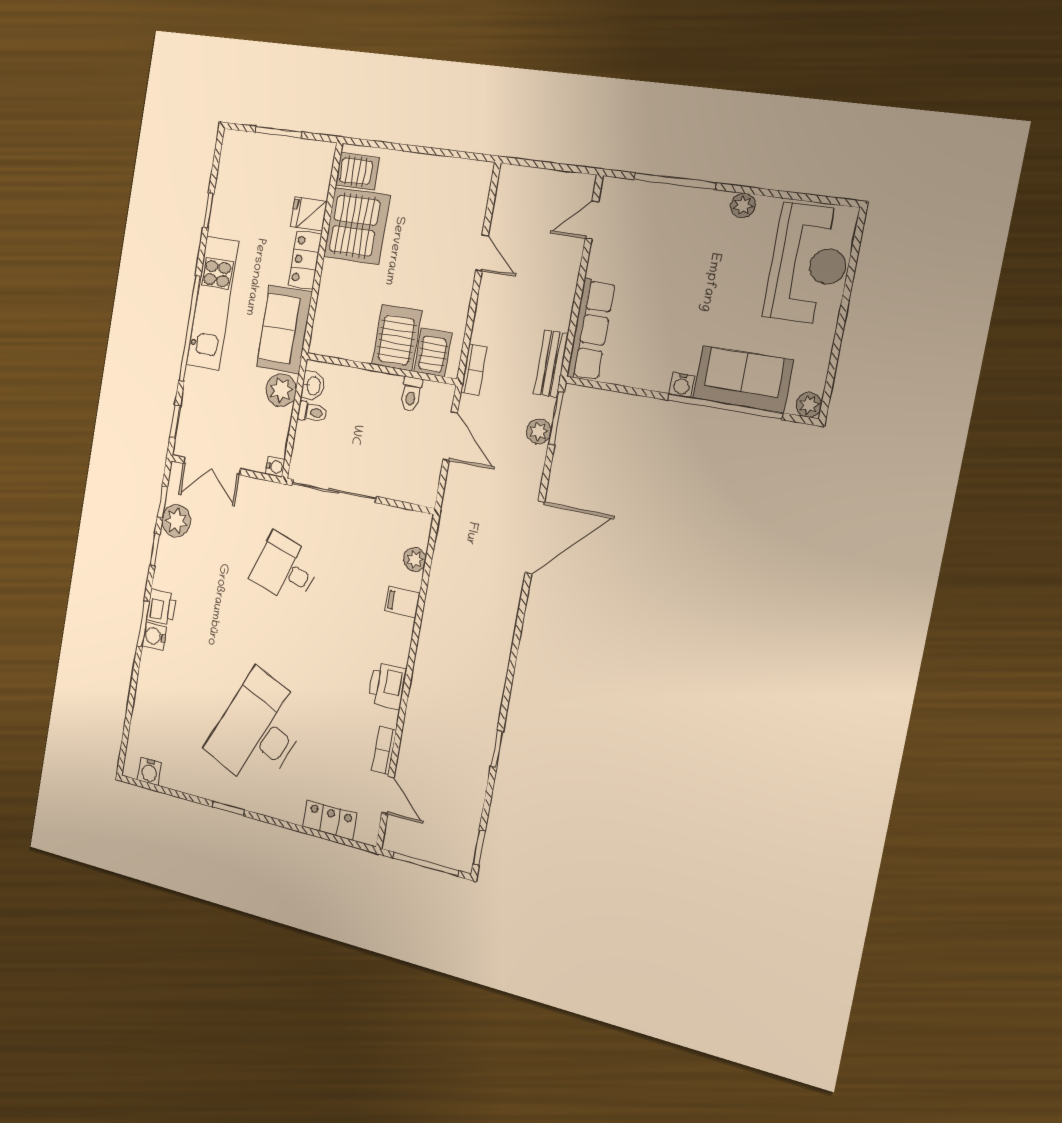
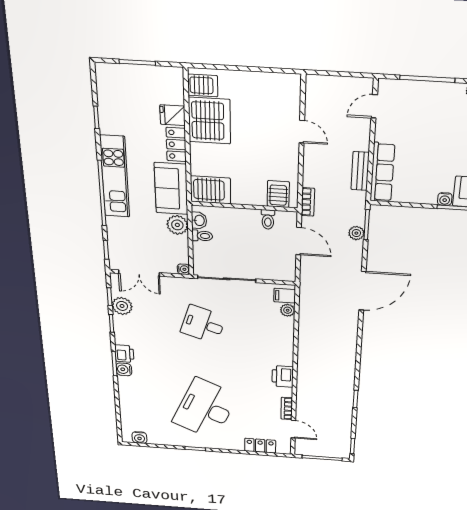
server rack: (397, 338) -> (211, 190), moved, turned 90
bench: (551, 364) -> (360, 171), moved
filing cabinet: (402, 602) -> (285, 296), moved

